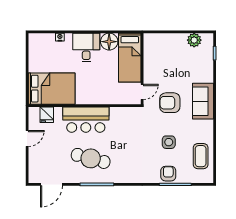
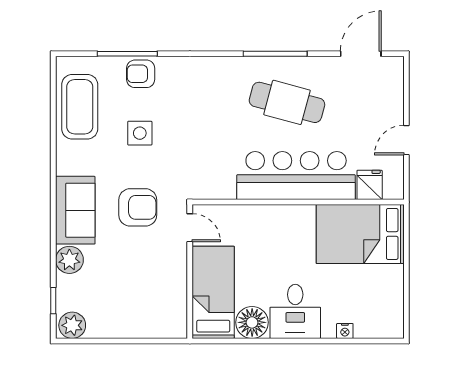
plant: (194, 40) -> (72, 325), moved
plant: (206, 75) -> (69, 260), added
door: (142, 92) -> (190, 228), swing flipped
bar counter: (86, 120) -> (296, 176), width x1.36
coffee table: (201, 156) -> (80, 107), width x1.36, depth x1.32
armchair: (168, 174) -> (141, 74), turned 90

